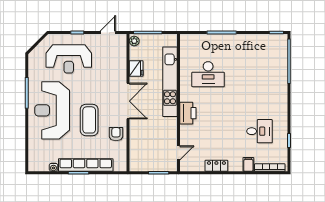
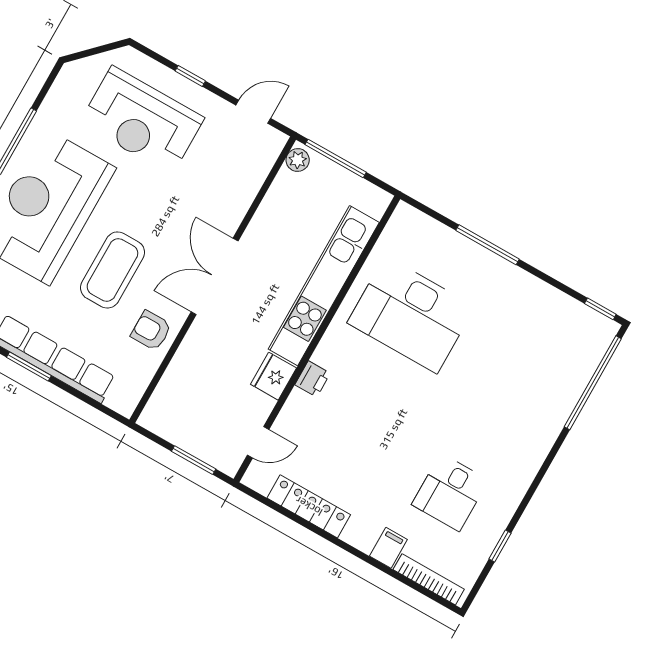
fridge: (136, 68) -> (273, 376), moved, turned 180
desk: (208, 74) -> (411, 315), width x1.36, depth x1.30
double door: (128, 101) -> (215, 276), swing flipped
printer: (188, 113) -> (313, 379), width x0.53, depth x0.68
desk: (259, 131) -> (450, 492), turned 90
armchair: (116, 134) -> (151, 331), turned -90
locker: (216, 166) -> (309, 506), width x1.53

